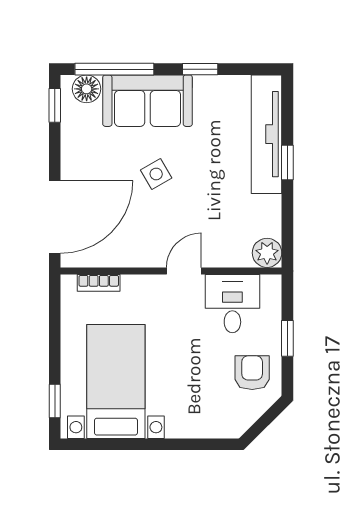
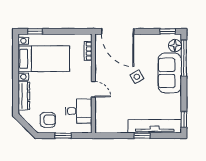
window: (200, 69) -> (184, 119), moved
plant: (267, 253) -> (101, 127), removed
dresser: (199, 426) -> (24, 96), added

